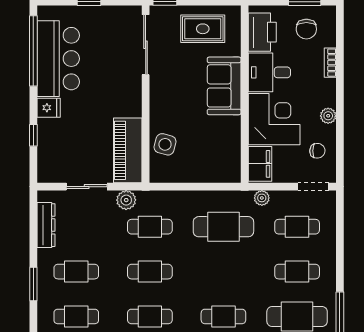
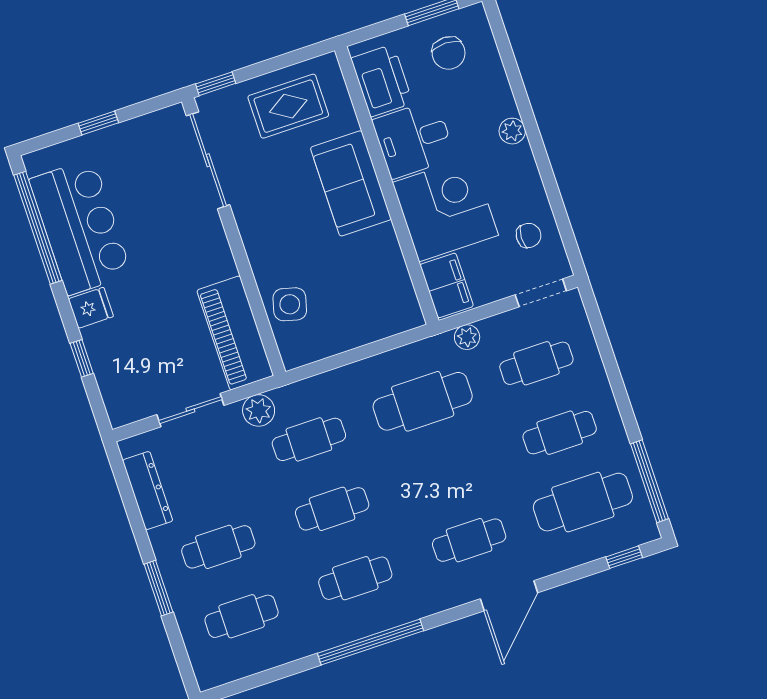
bookcase: (330, 63) -> (503, 93), removed
plant: (328, 116) -> (512, 131), moved

